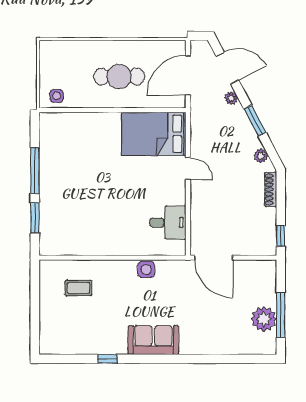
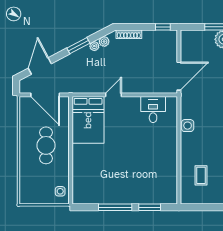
plant: (231, 98) -> (94, 46), moved

